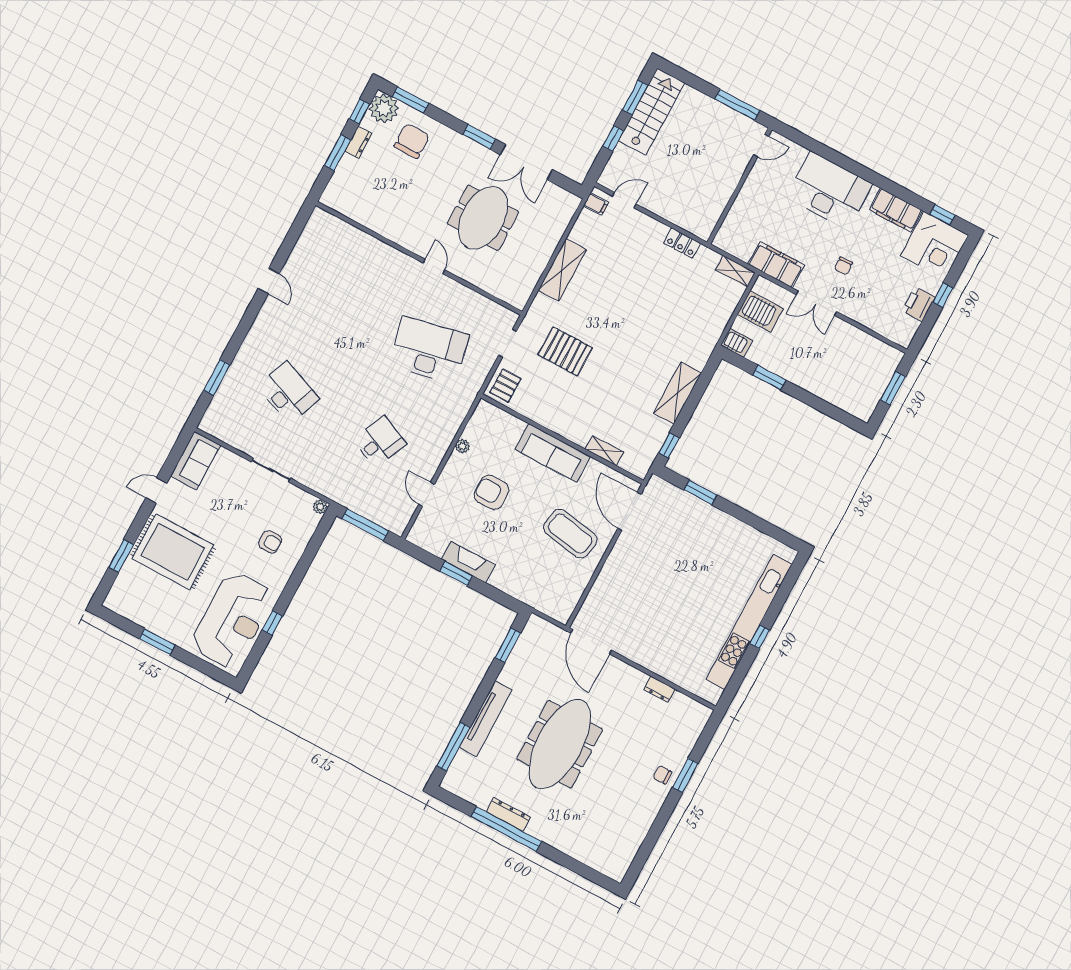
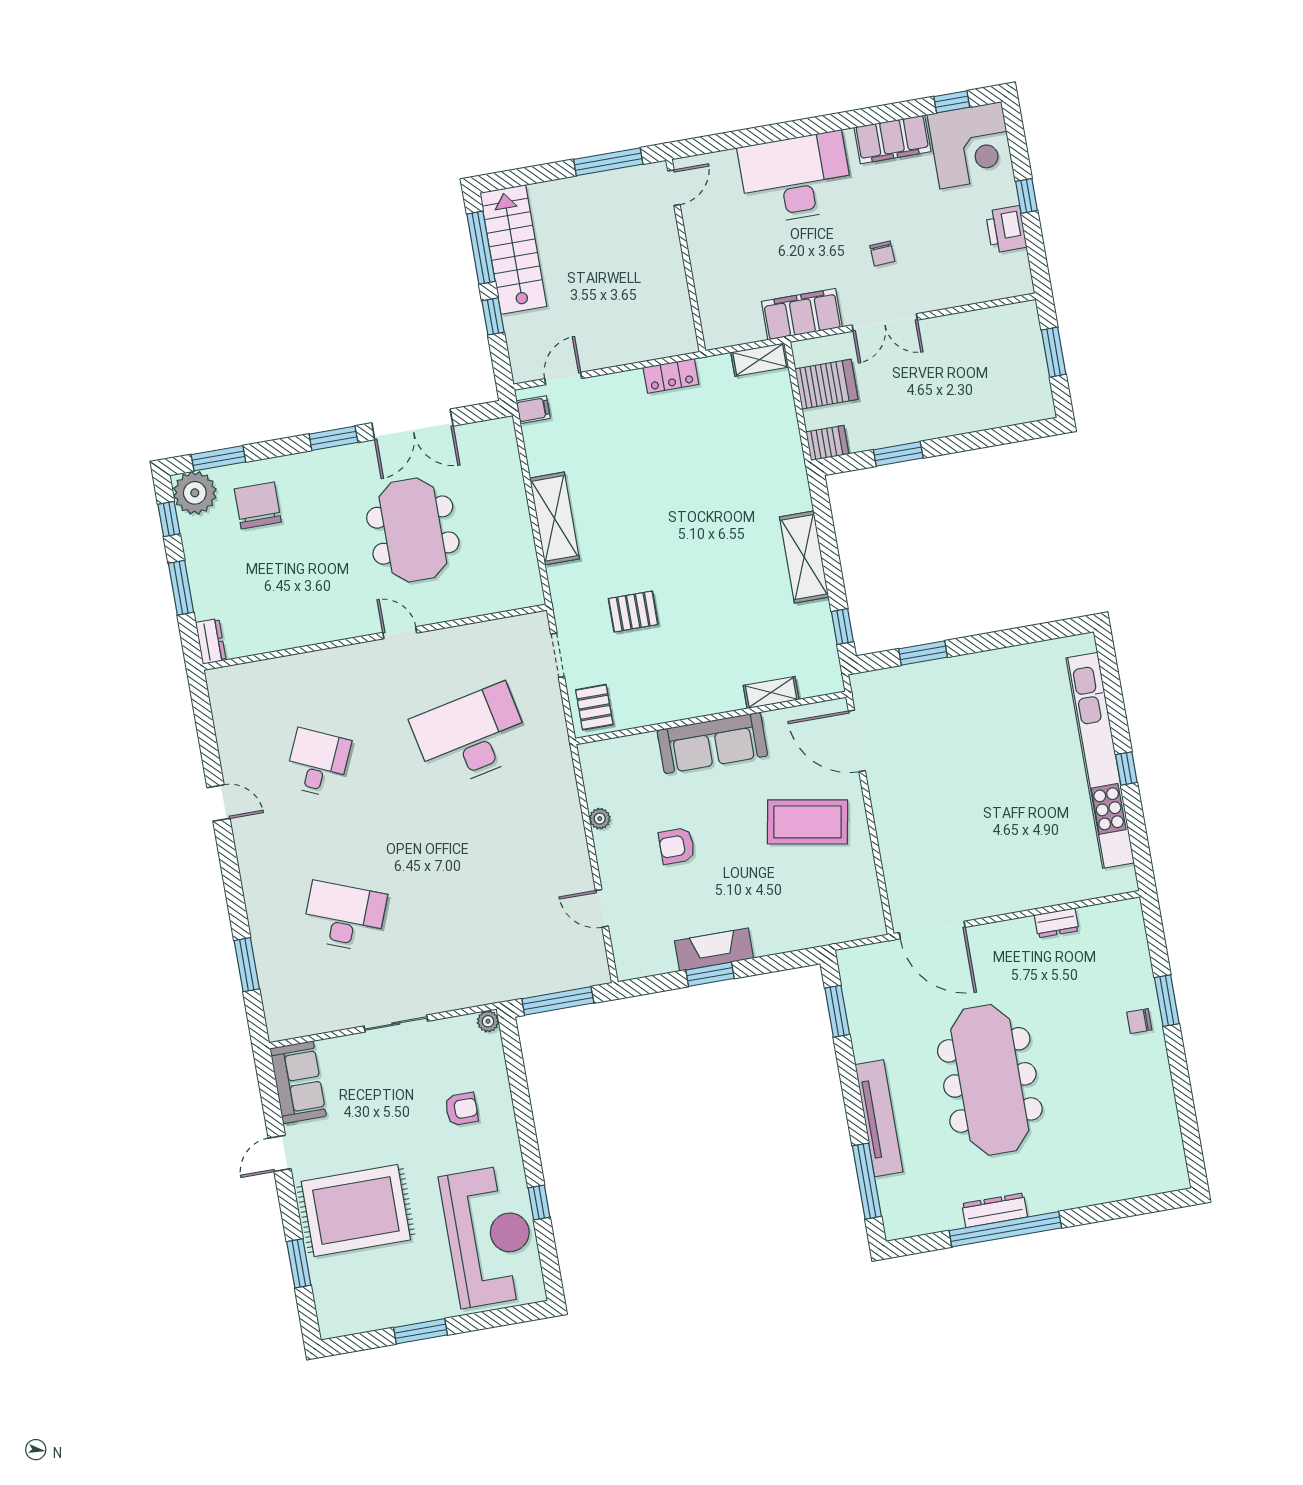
window: (635, 98) -> (481, 248), width x1.44
dresser: (358, 142) -> (211, 641), moved
pallet: (565, 351) -> (633, 612), width x0.67, depth x0.71
desk: (380, 442) -> (318, 763), moved
armchair: (492, 492) -> (677, 846), width x0.72, depth x0.72

